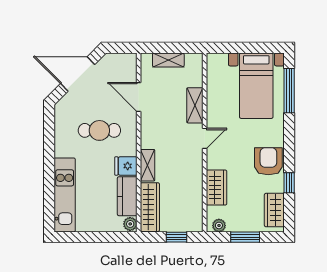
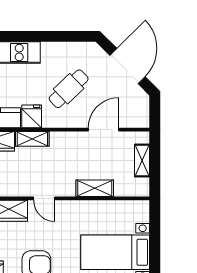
cafe table: (99, 130) -> (69, 89), turned 46
door: (205, 138) -> (44, 198), moved

